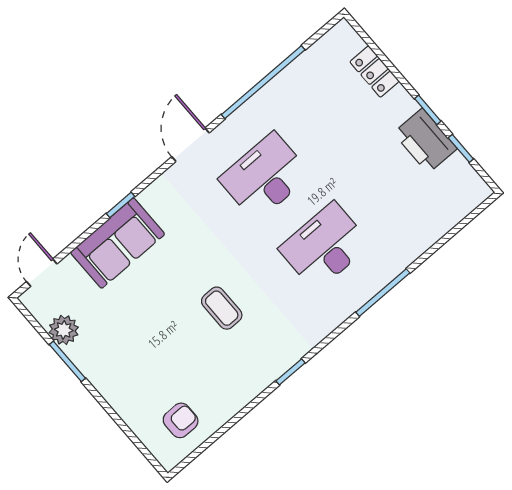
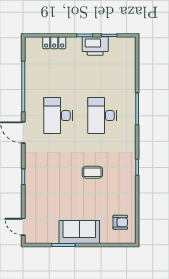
sofa: (118, 243) -> (79, 232), moved, turned -90
plant: (64, 330) -> (51, 236), removed
armchair: (181, 420) -> (120, 222), turned 90

